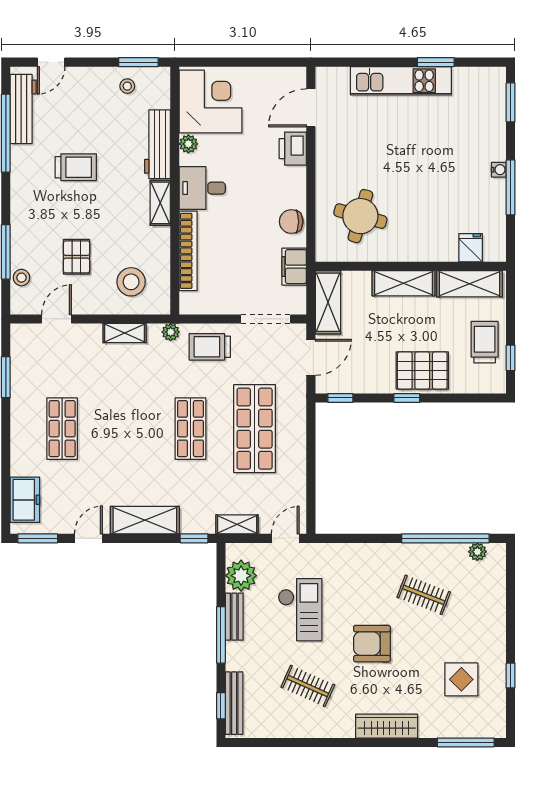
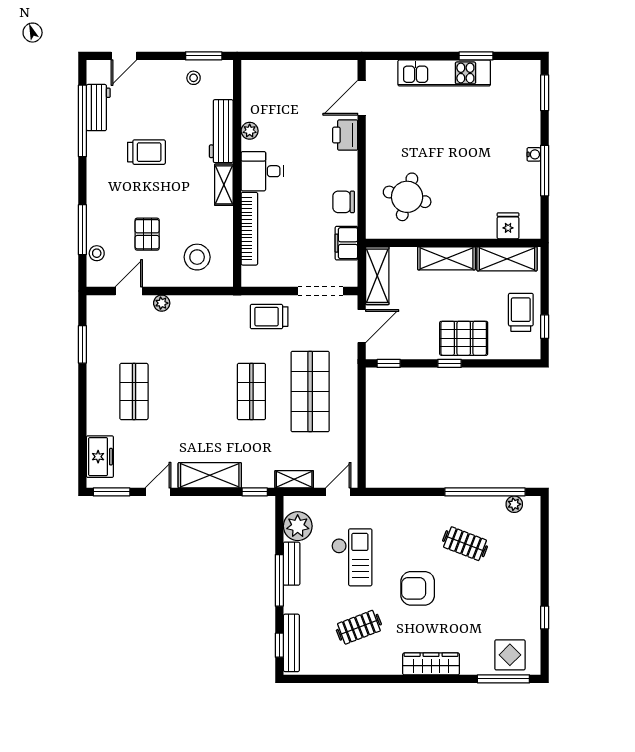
corner desk: (211, 102) -> (270, 92), removed
workbench: (23, 109) -> (98, 108), width x0.73
plant: (171, 332) -> (162, 303), moved
shelving: (125, 333) -> (191, 304), removed
display table: (461, 679) -> (510, 655), moved
clothes rail: (308, 686) -> (359, 627), turned -45

